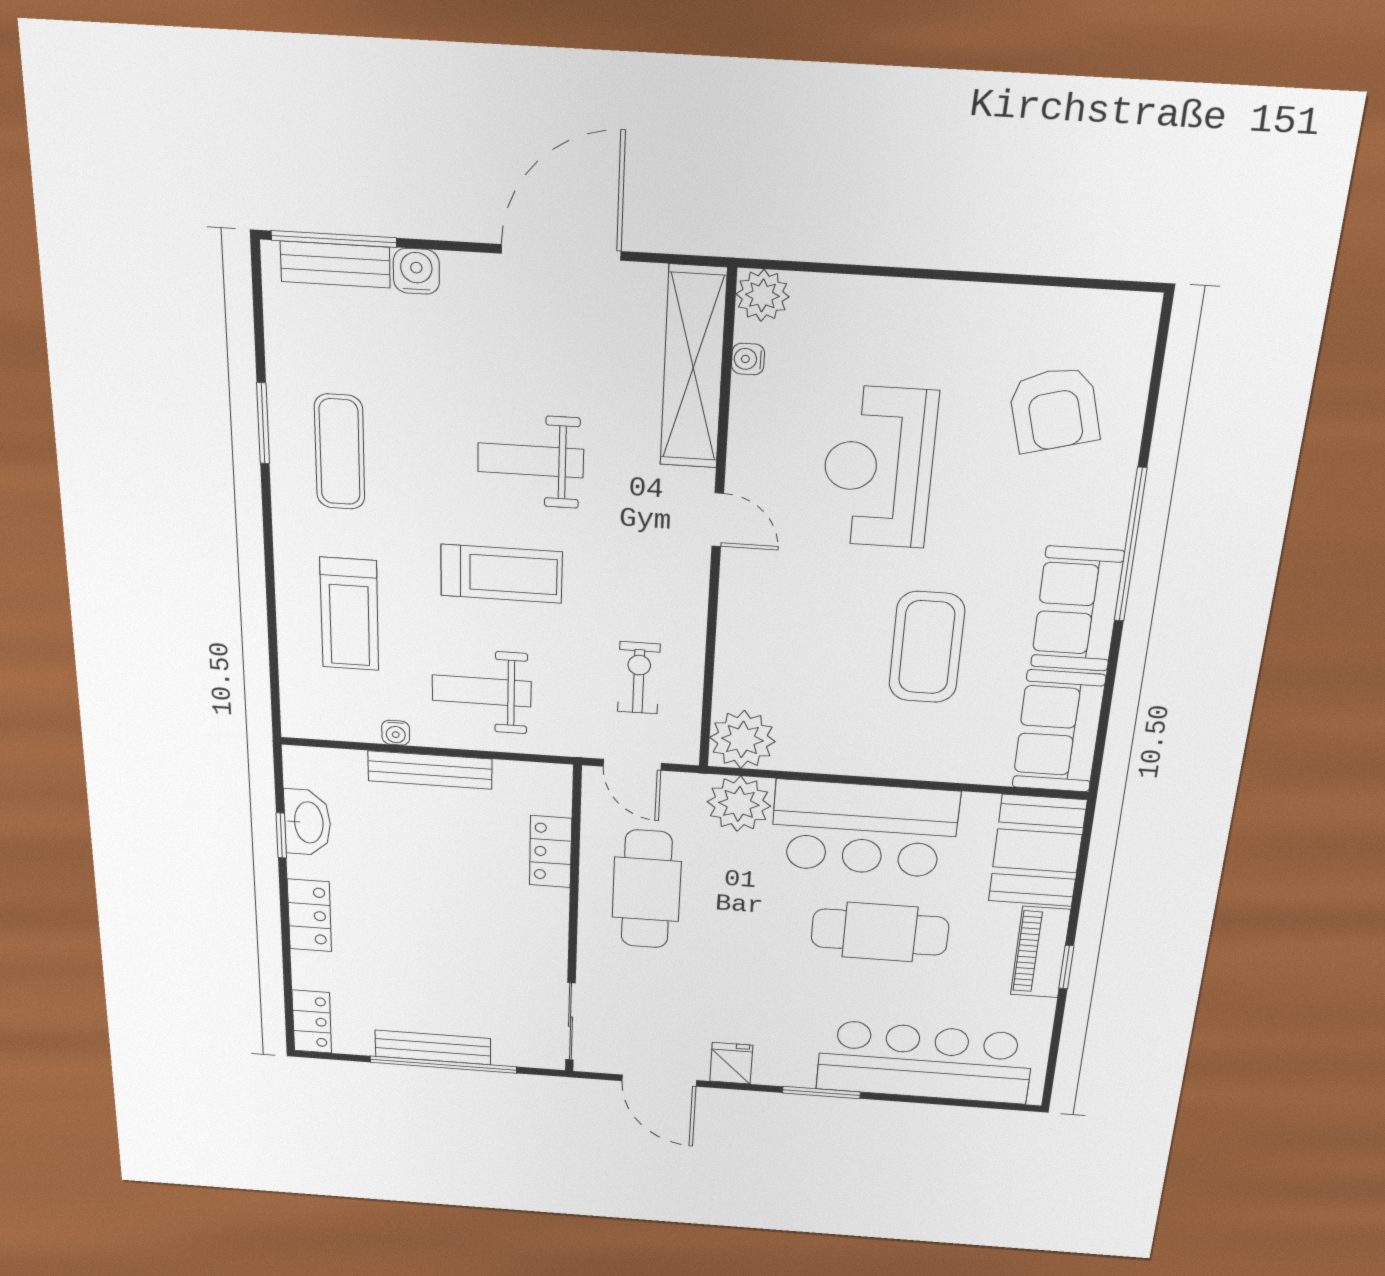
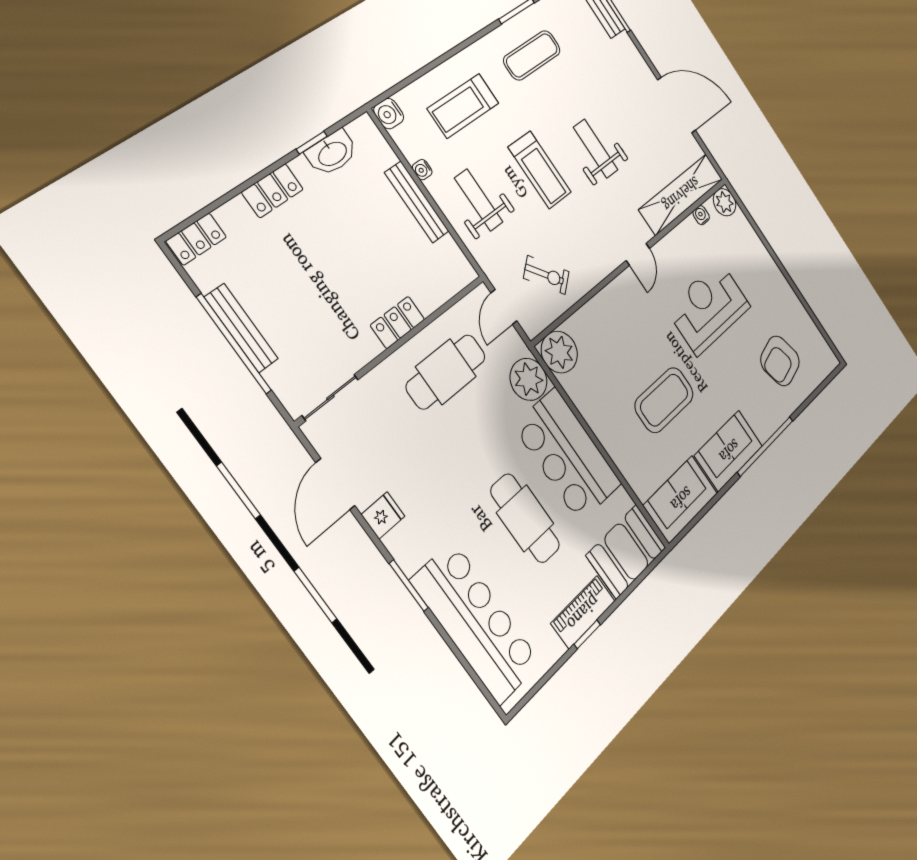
water cooler: (416, 271) -> (389, 114), moved, turned 180
exercise bike: (639, 678) -> (546, 275), turned 52
locker: (551, 852) -> (398, 322), moved

